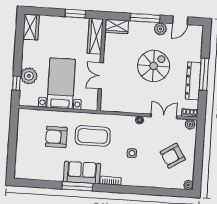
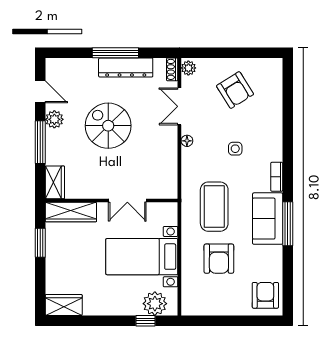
plant: (29, 76) -> (155, 304), moved
armchair: (29, 168) -> (265, 295), added
plant: (188, 185) -> (276, 65), removed

